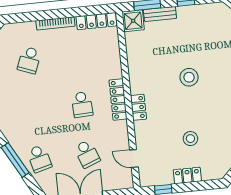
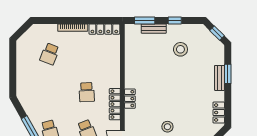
shower: (133, 21) -> (133, 32), removed
stool: (189, 77) -> (180, 49), moved
locker: (118, 100) -> (115, 104), moved

